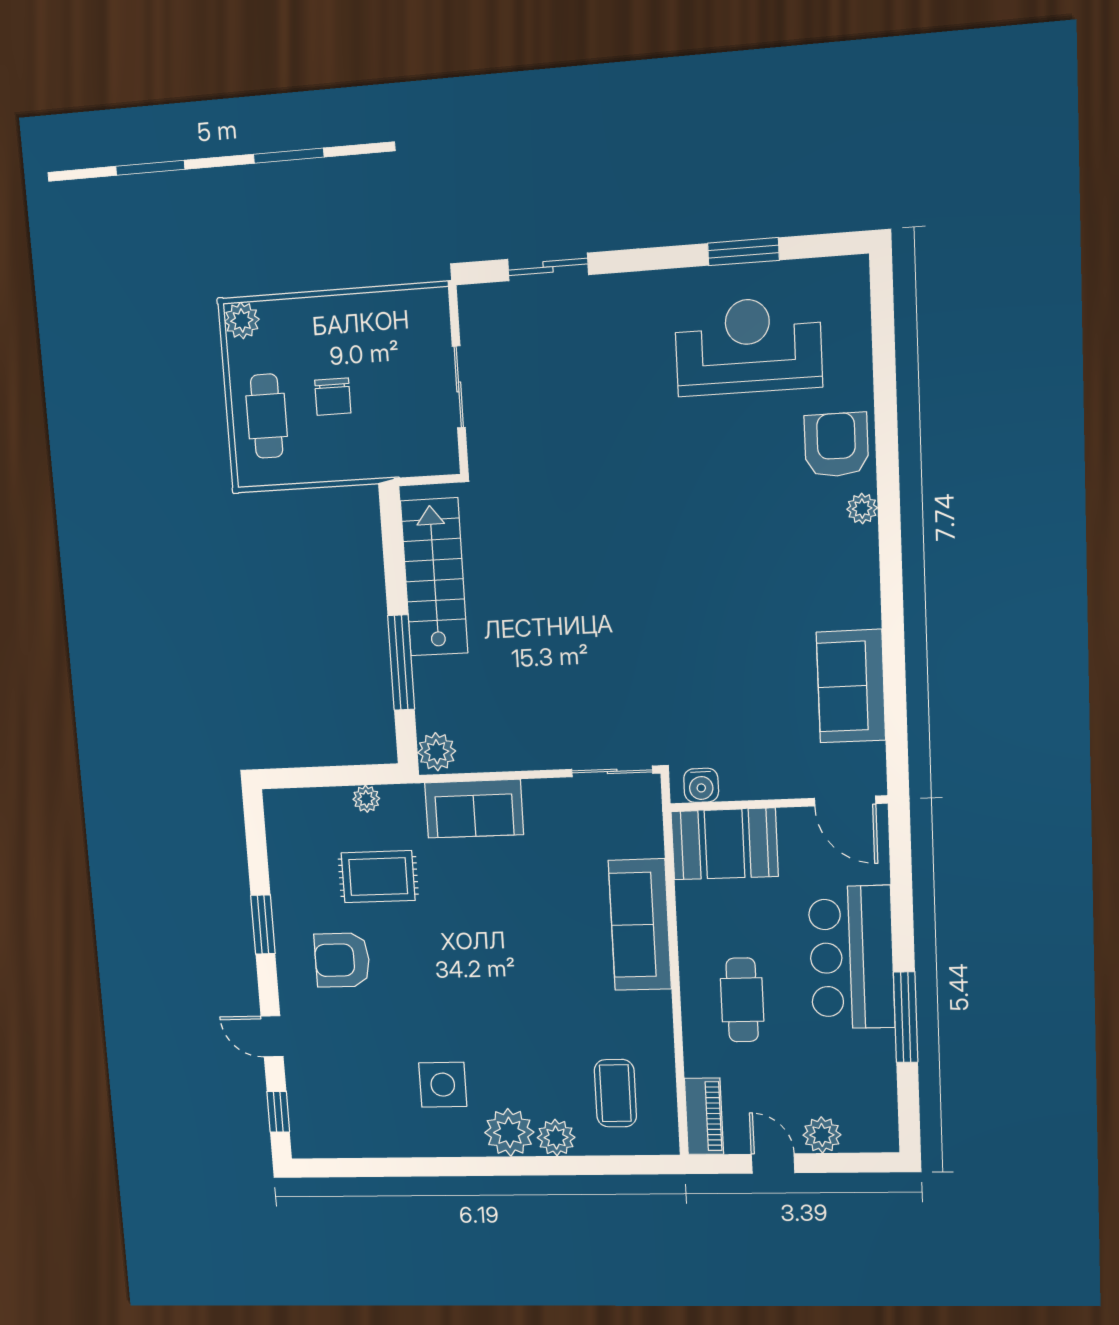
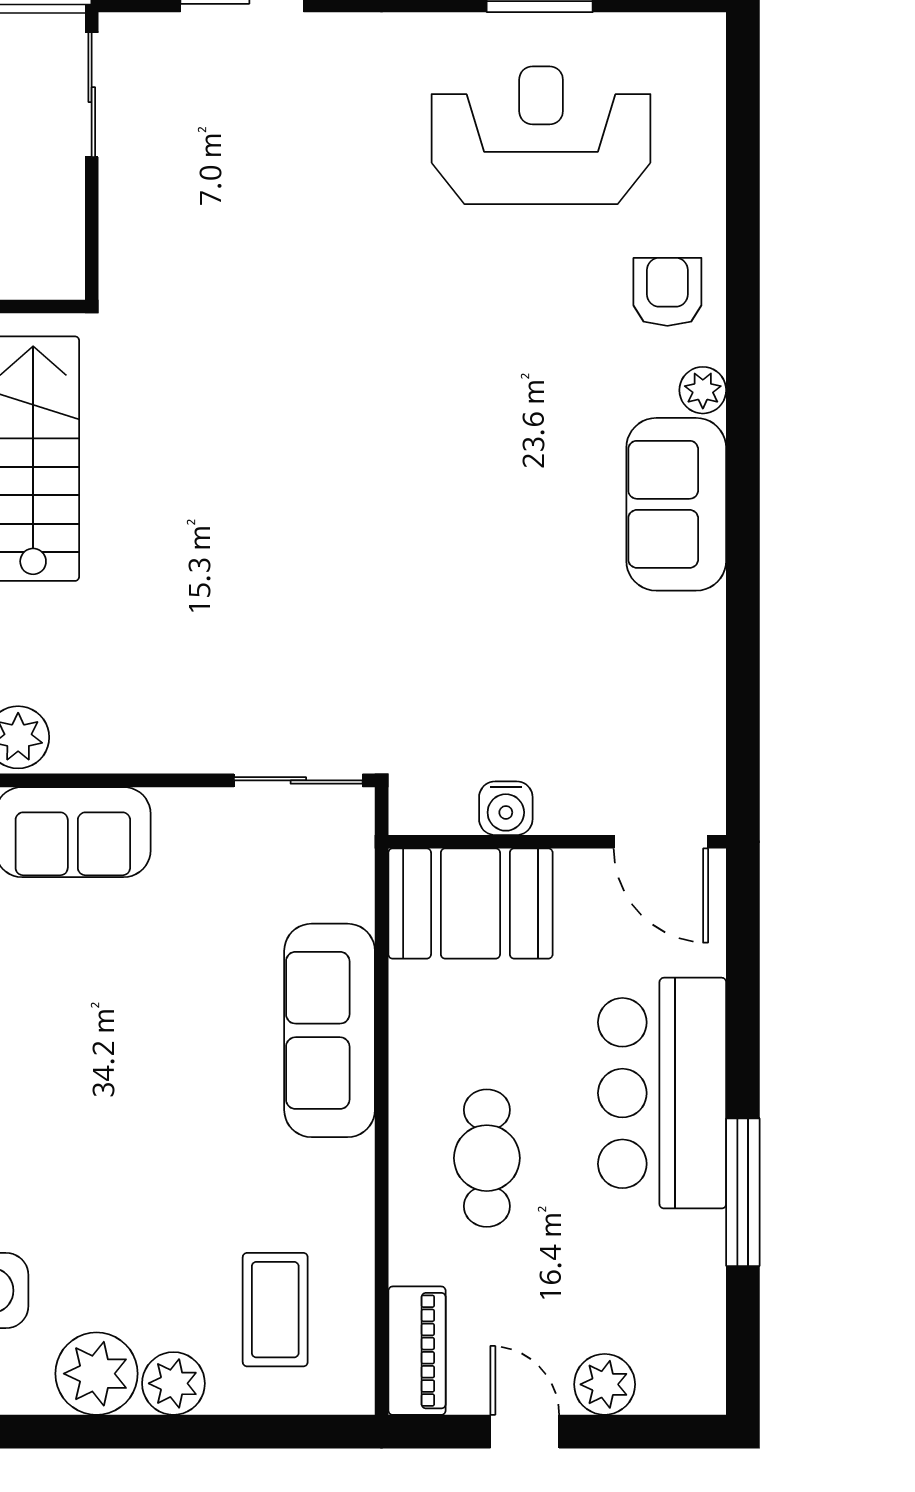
sliding door: (459, 387) -> (92, 95), moved
armchair: (836, 445) -> (667, 292), width x0.72, depth x0.72
sofa: (851, 686) -> (676, 504), moved
water cooler: (701, 785) -> (506, 808), moved

